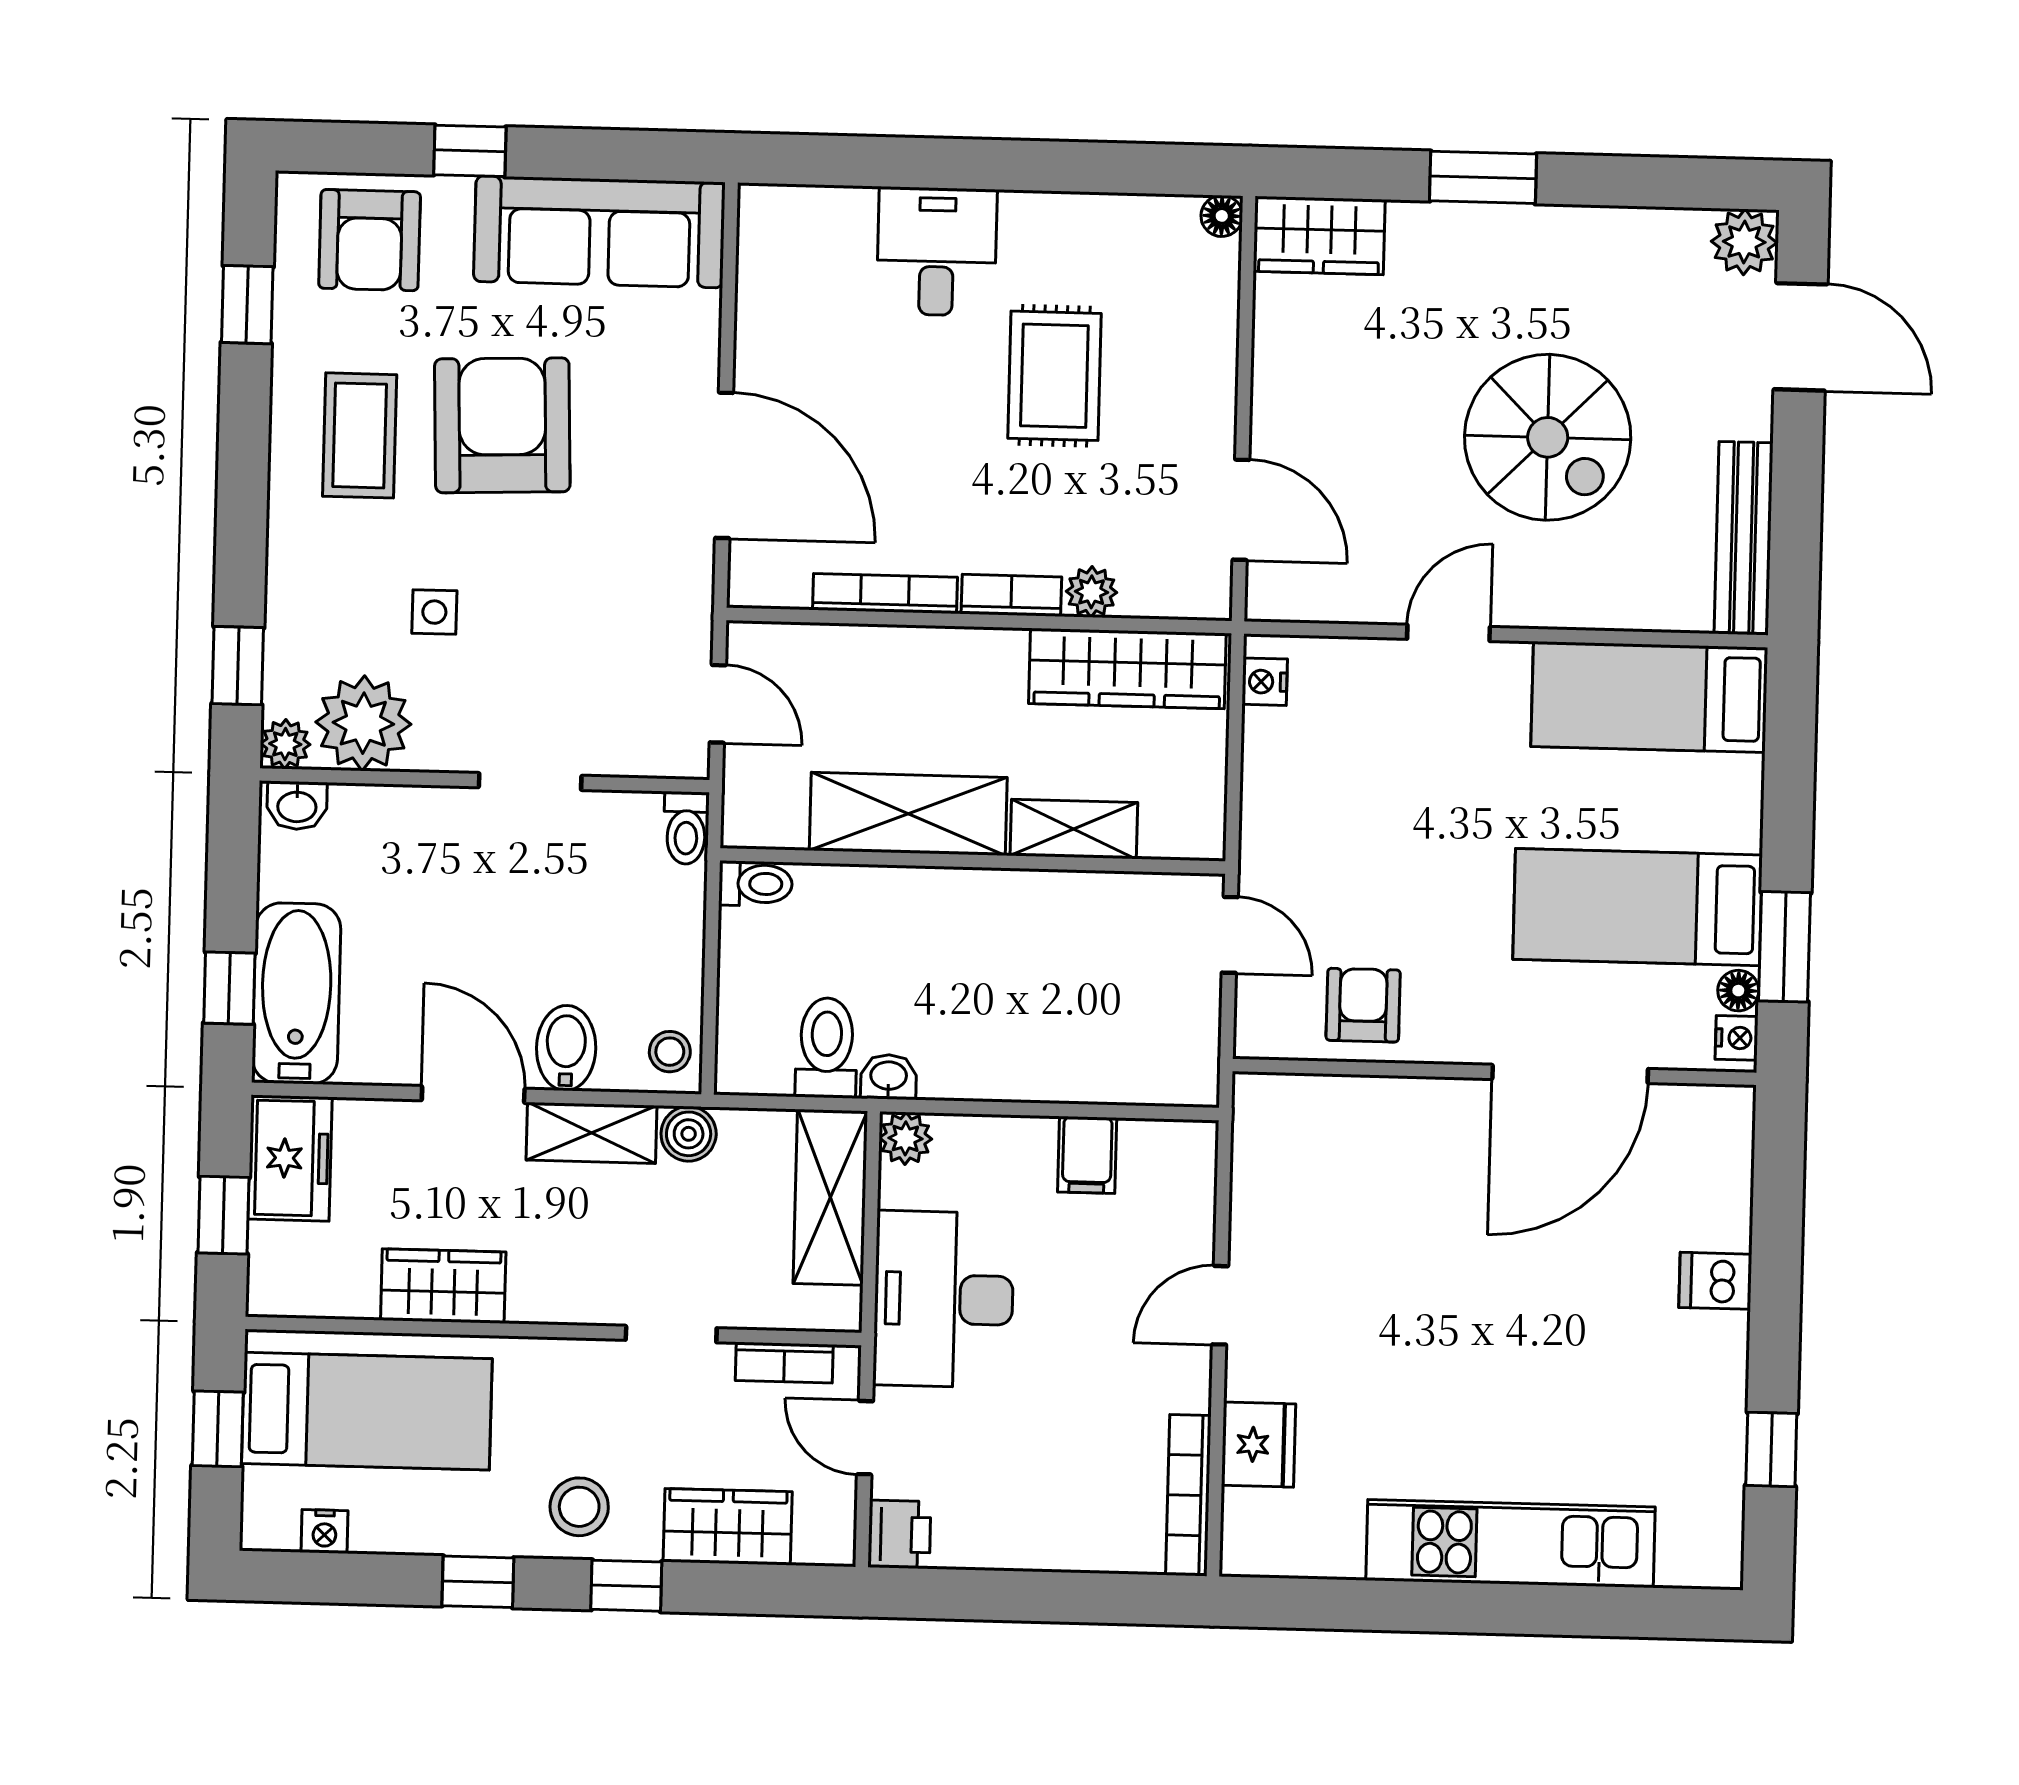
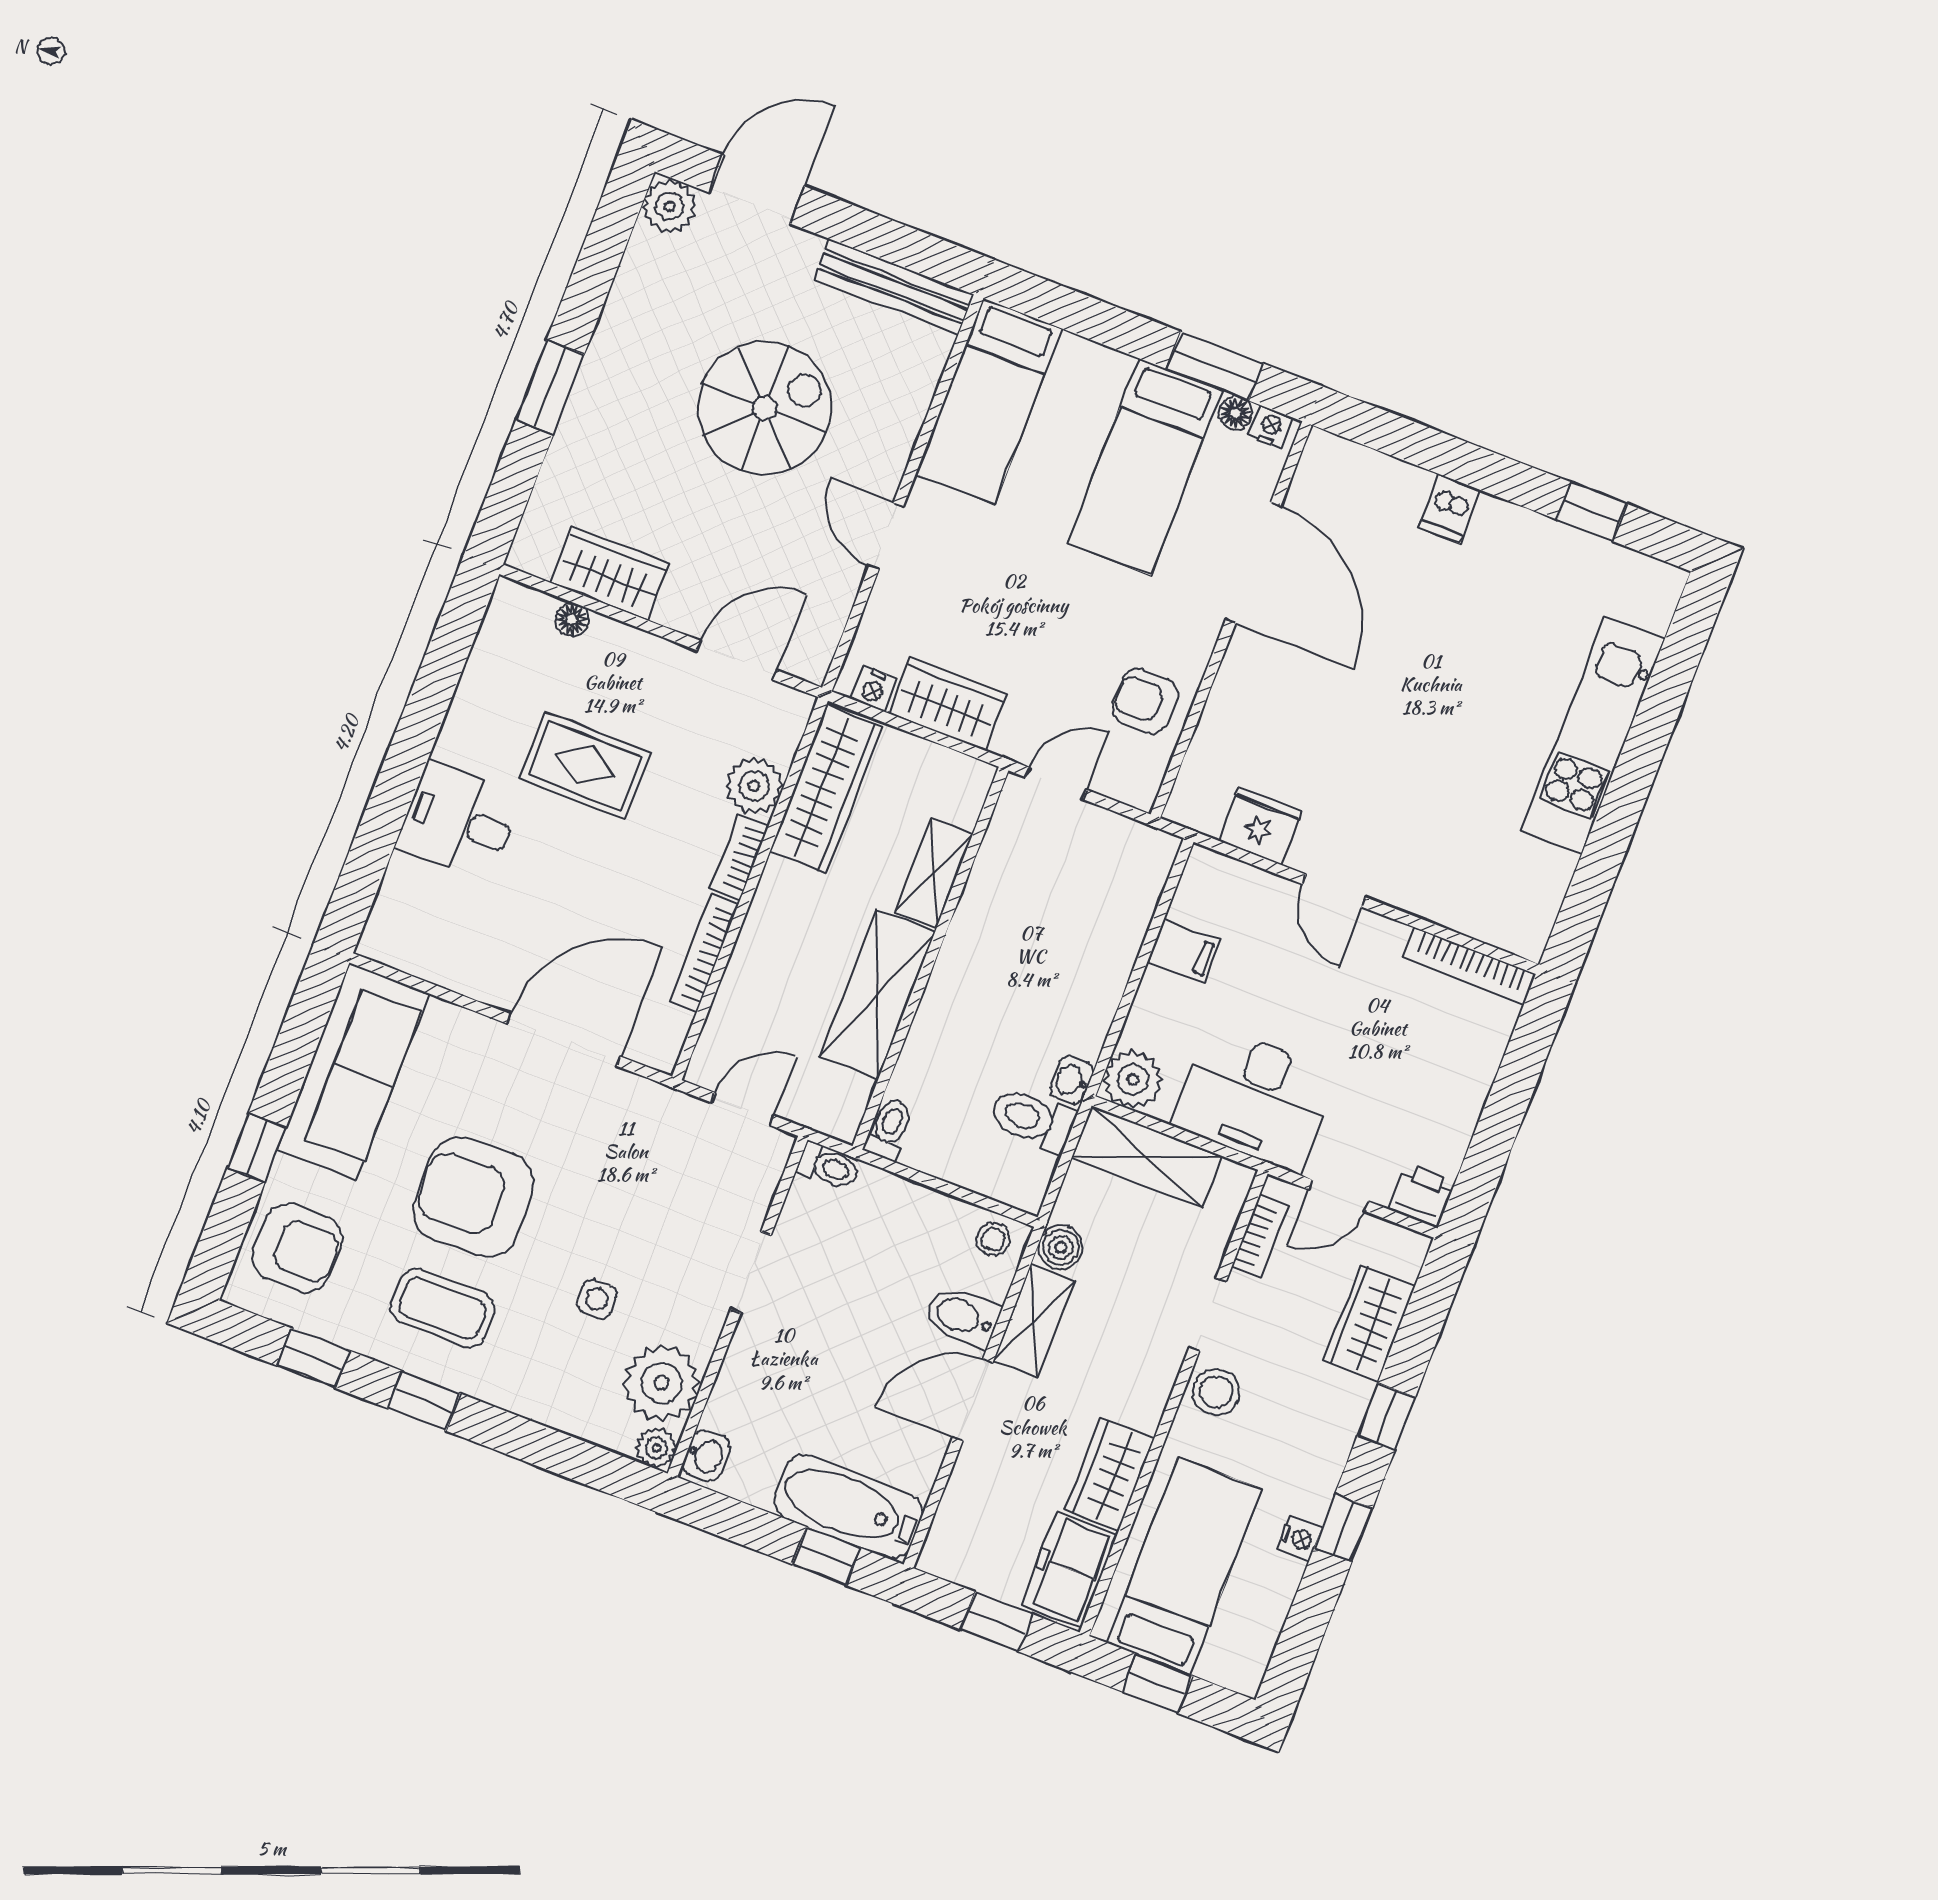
floor lamp: (1222, 216) -> (572, 620), moved
wardrobe: (1319, 235) -> (610, 573), moved, turned -90
plant: (1091, 592) -> (754, 786), width x1.38, depth x1.38
window: (238, 666) -> (424, 1401), moved
wardrobe: (1278, 775) -> (948, 704), added
plant: (905, 1138) -> (1133, 1080), width x1.38, depth x1.38
freezer: (290, 1158) -> (1069, 1570), moved, turned -90
fridge: (1259, 1445) -> (1260, 826), moved
stool: (579, 1507) -> (1216, 1392), moved
nightstand: (324, 1532) -> (1299, 1539), moved

